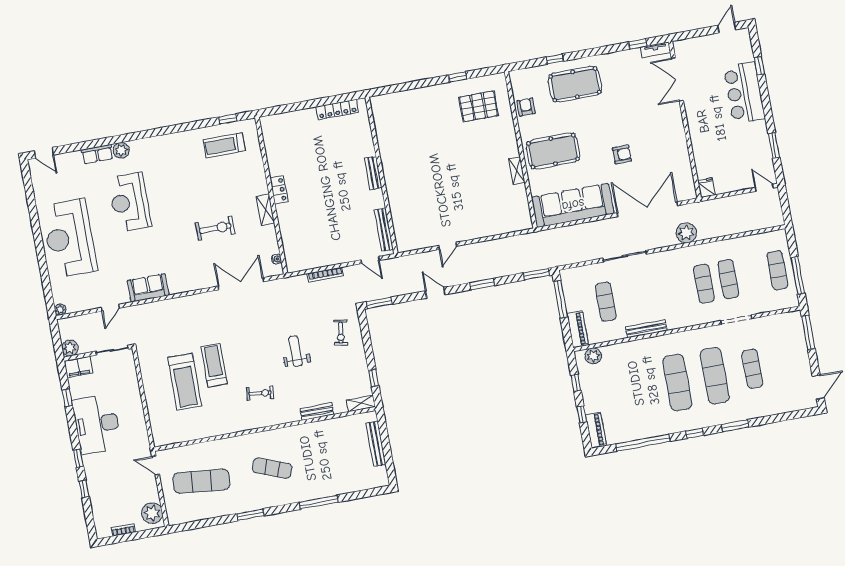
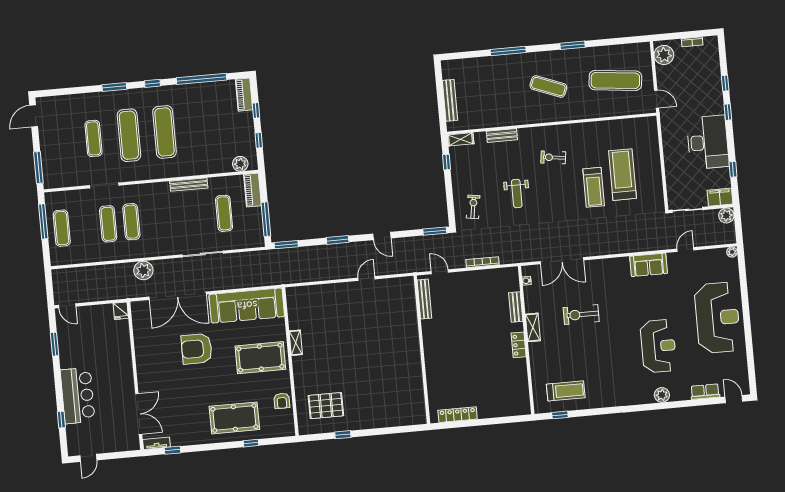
row of seats: (97, 154) -> (705, 392), moved
armchair: (622, 154) -> (197, 349), width x1.88, depth x1.88
bench: (373, 173) -> (516, 307), moved

